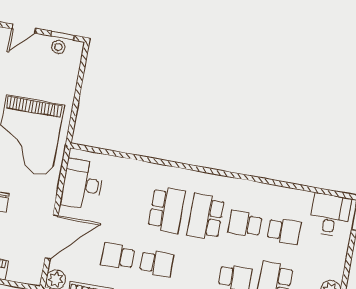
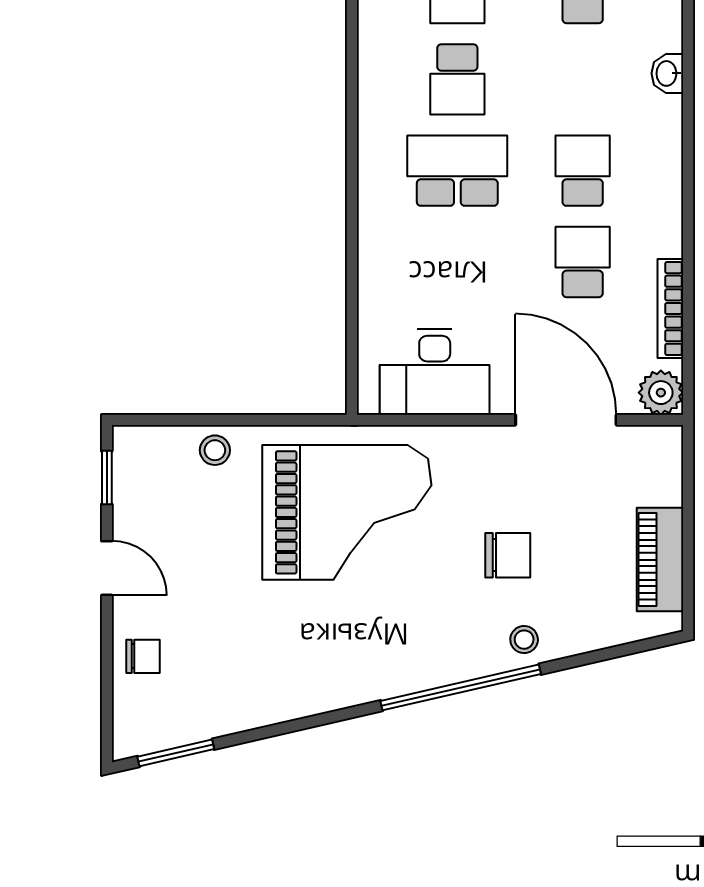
stool: (58, 47) -> (215, 450), moved
school desk: (206, 217) -> (457, 79), width x0.54
school desk: (118, 256) -> (583, 262), turned 180

